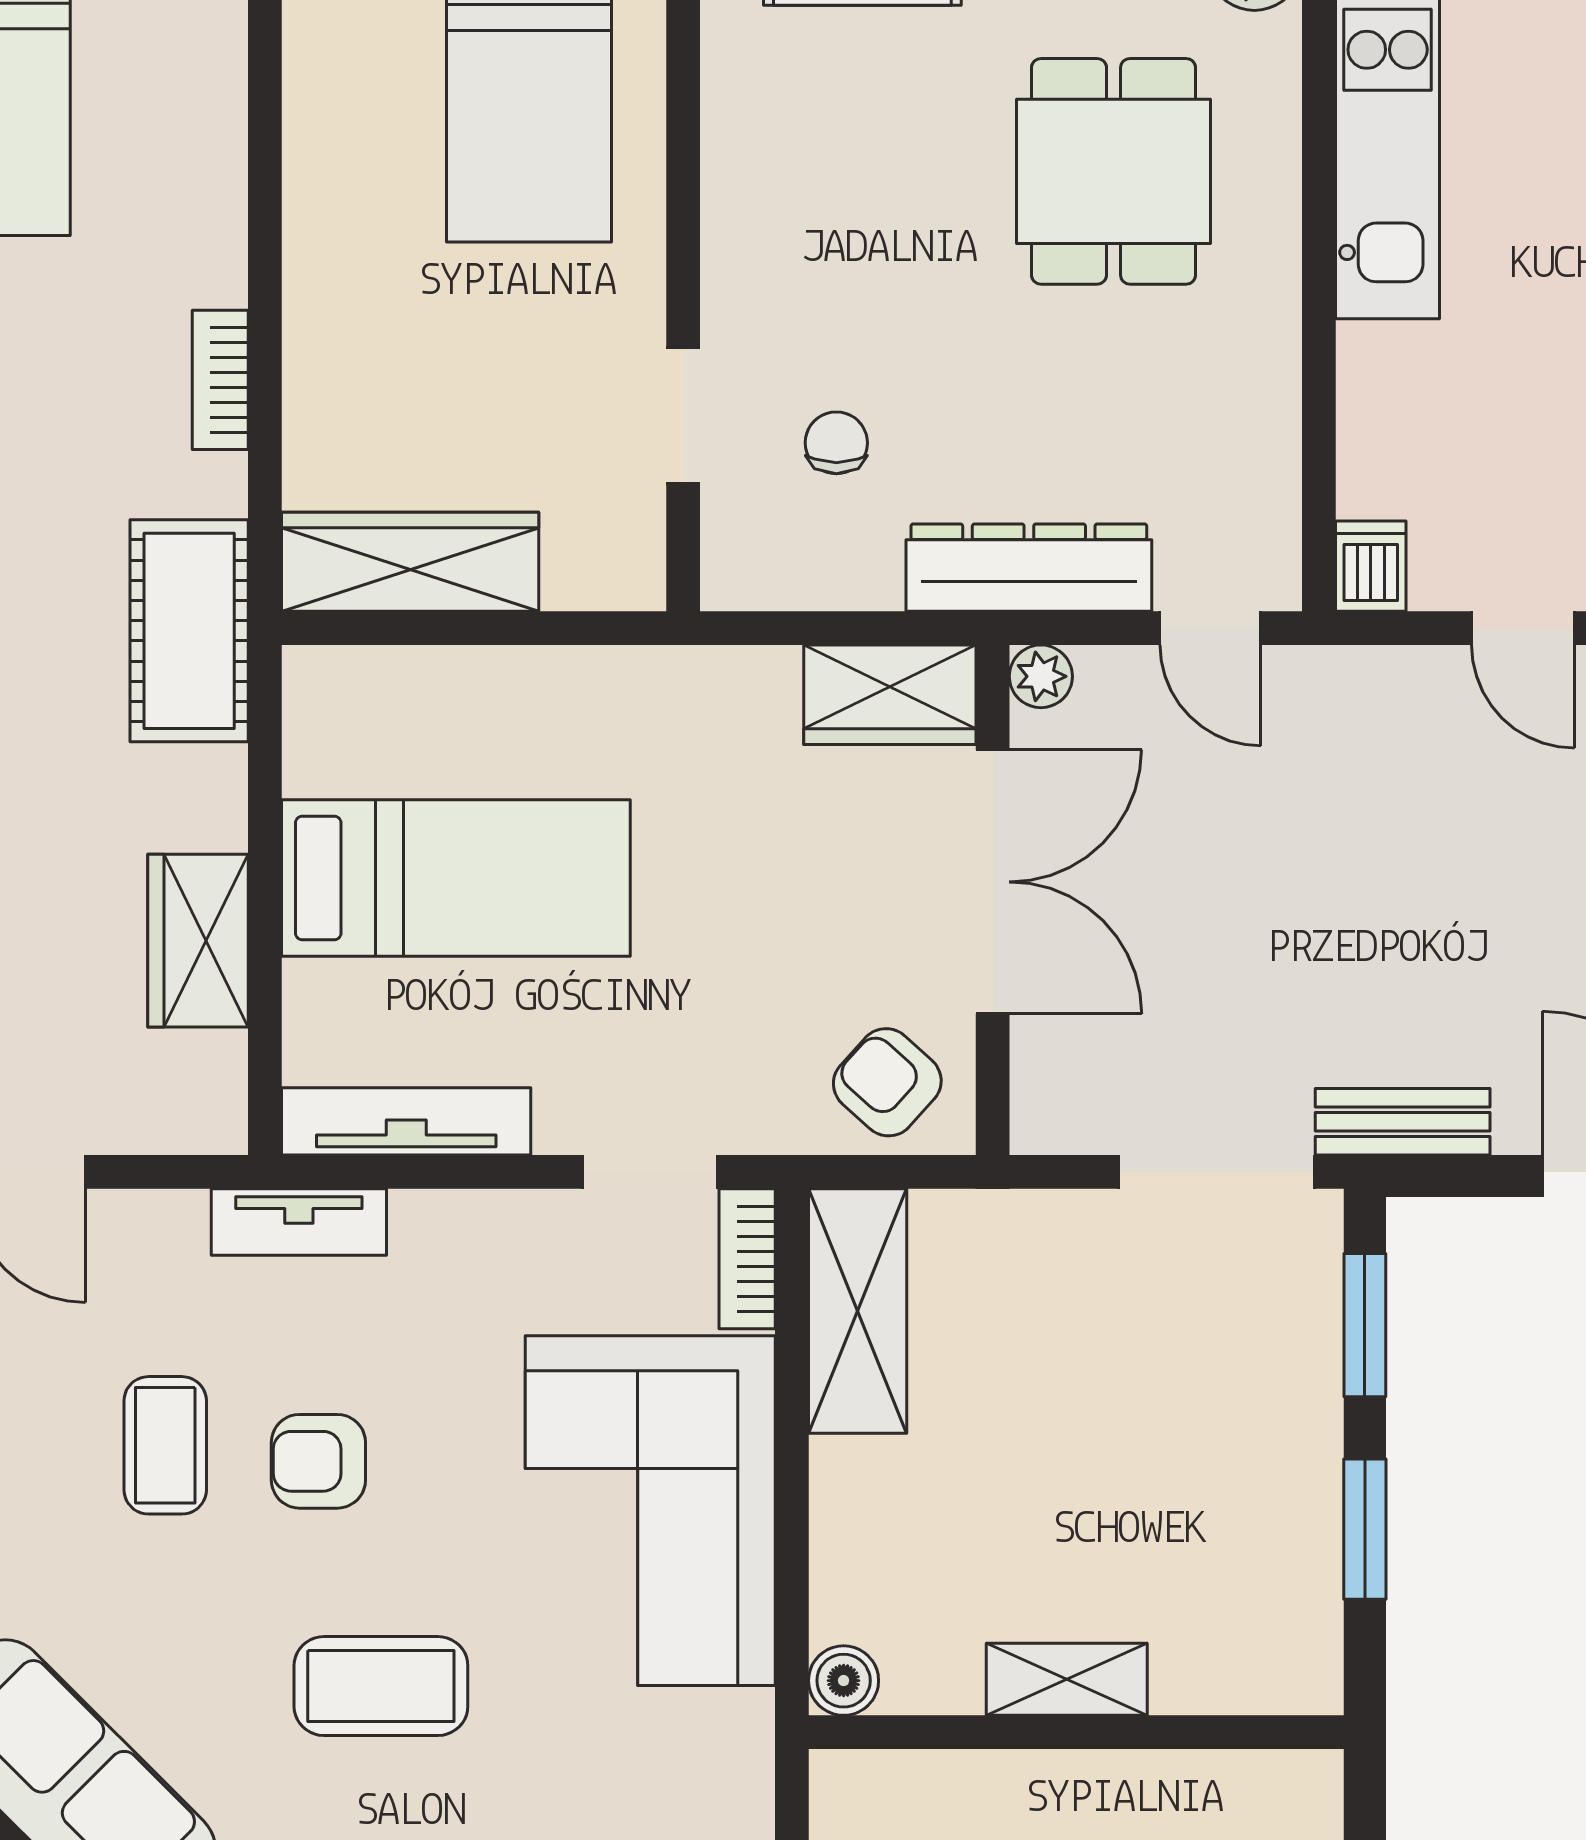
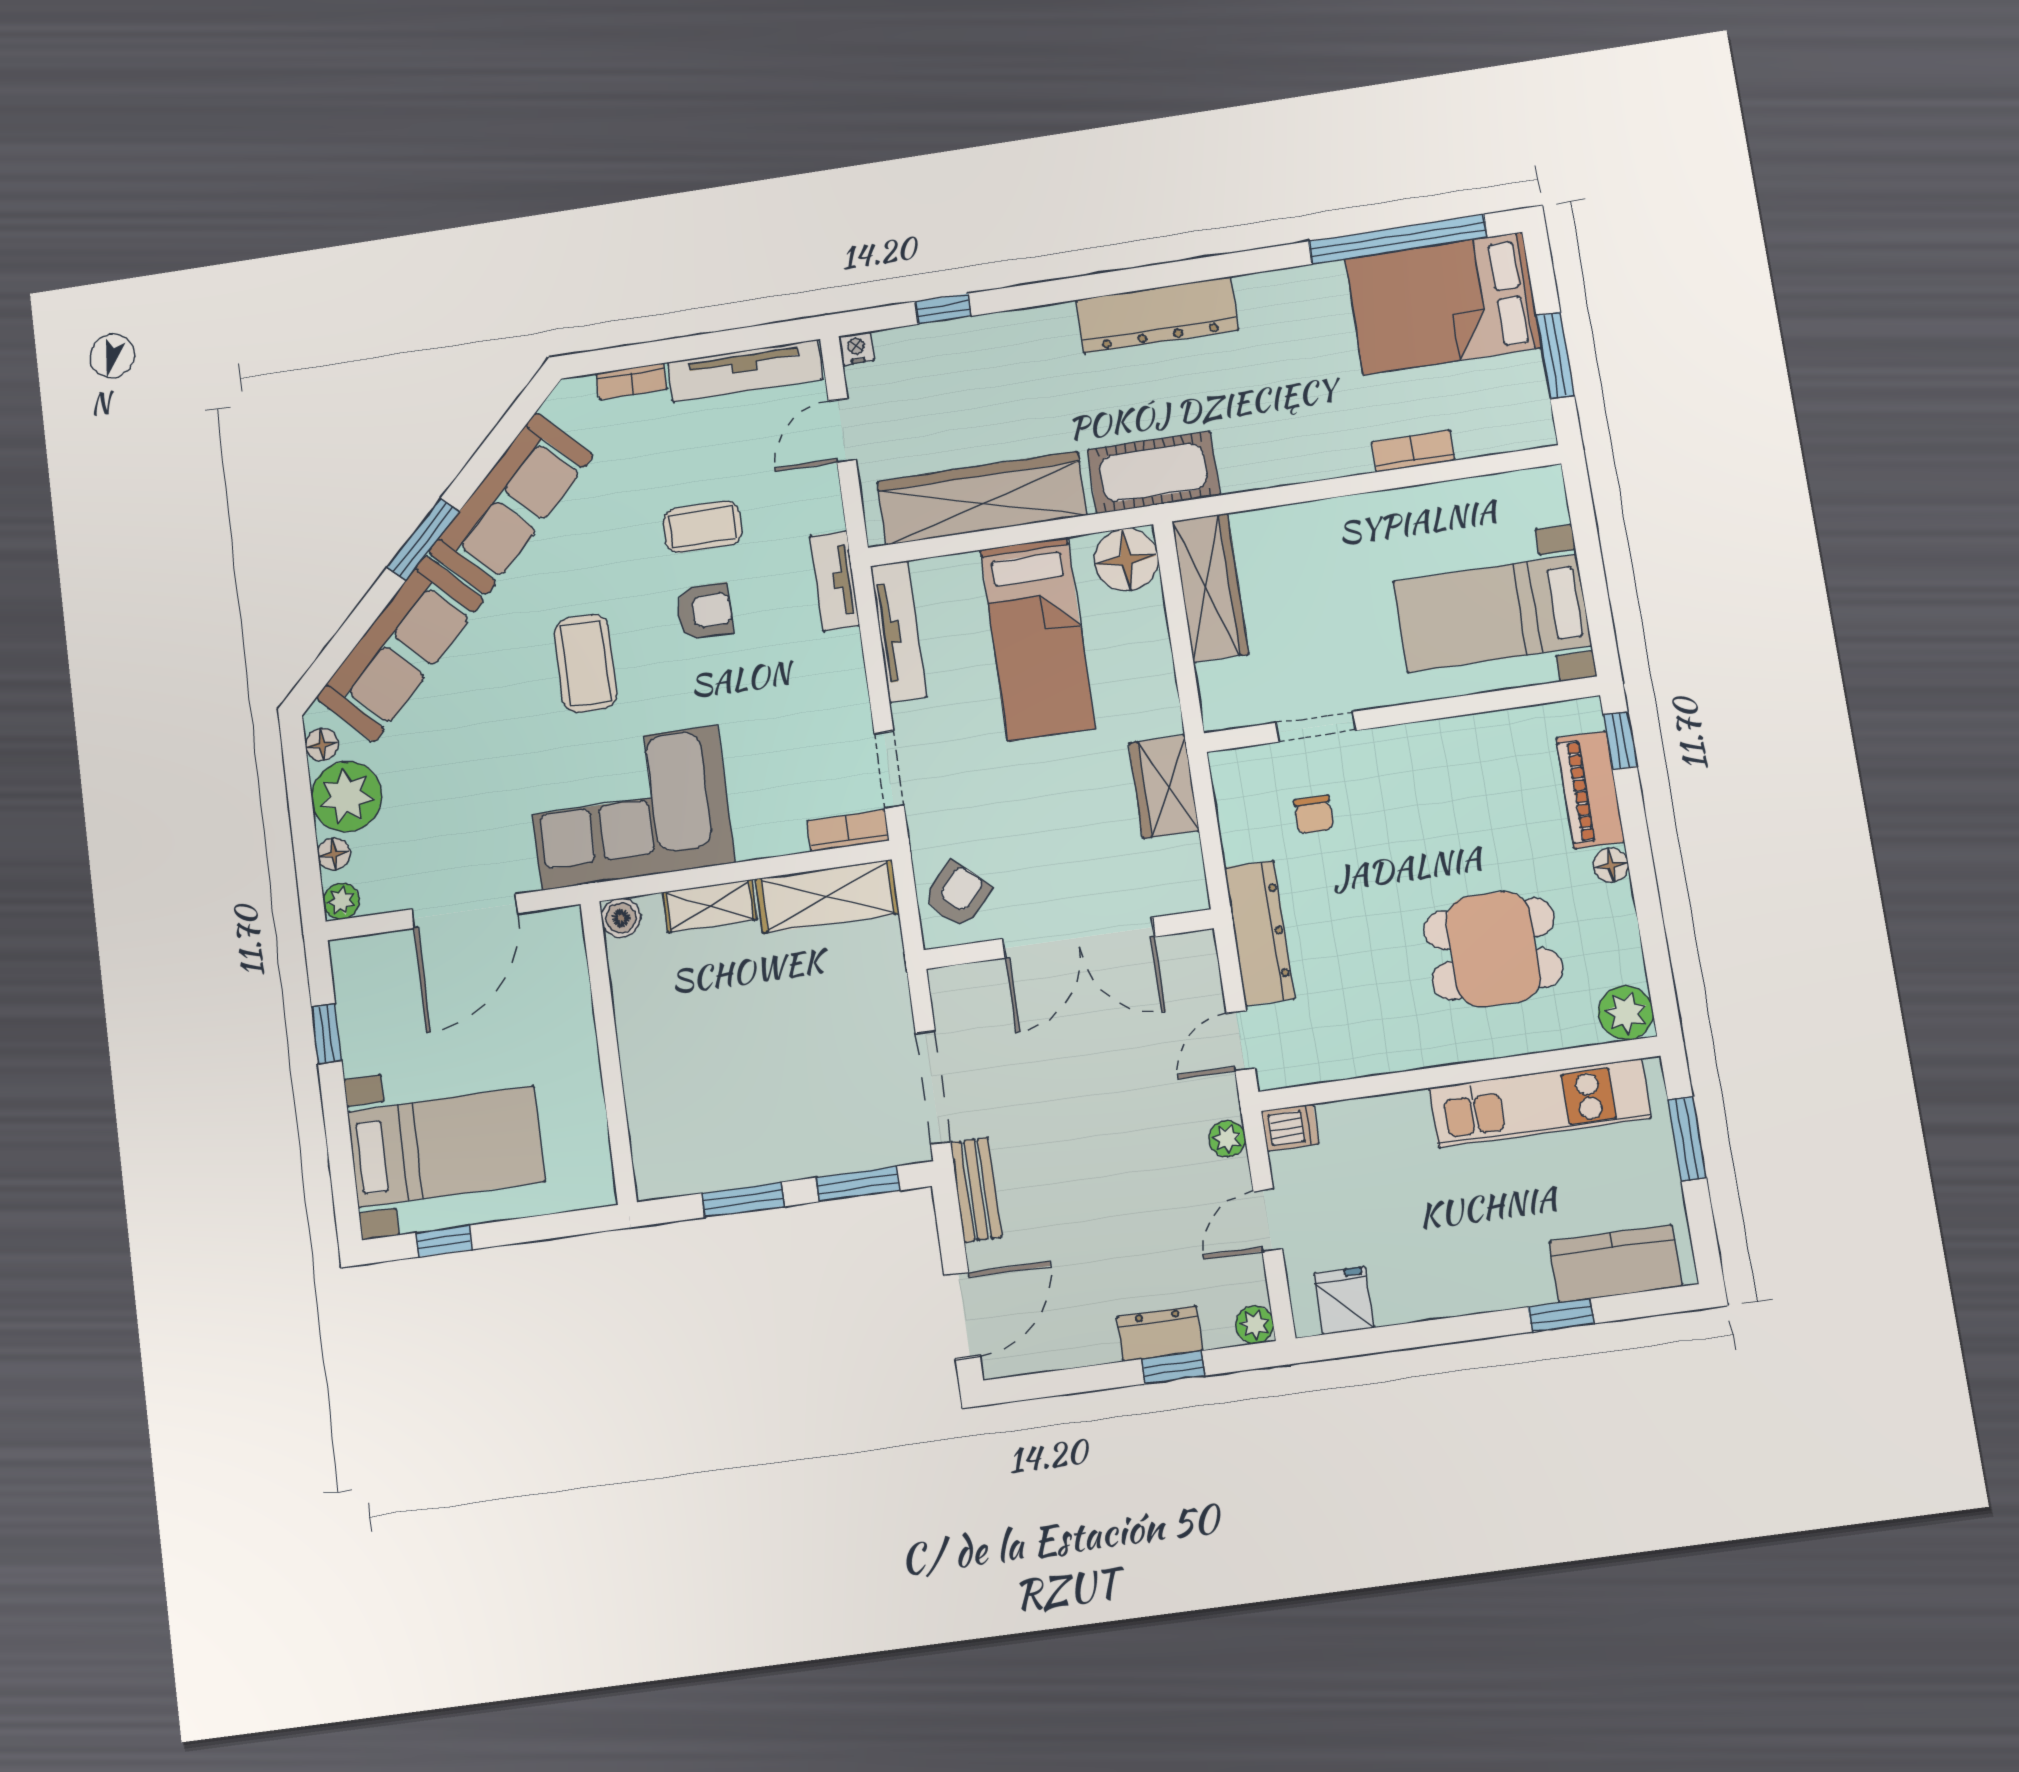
bookcase: (220, 380) -> (1413, 451), moved
chair: (836, 443) -> (1314, 814), turned 90
plant: (1041, 676) -> (1227, 1139), moved
wardrobe: (890, 695) -> (1164, 787), moved
floor lamp: (338, 702) -> (1126, 560), added
wardrobe: (198, 941) -> (982, 498), width x2.10, depth x1.17
armchair: (318, 1461) -> (705, 611), turned 90
corner sofa: (650, 1511) -> (630, 808), moved
shelving: (1067, 1679) -> (710, 906), moved, turned 90

